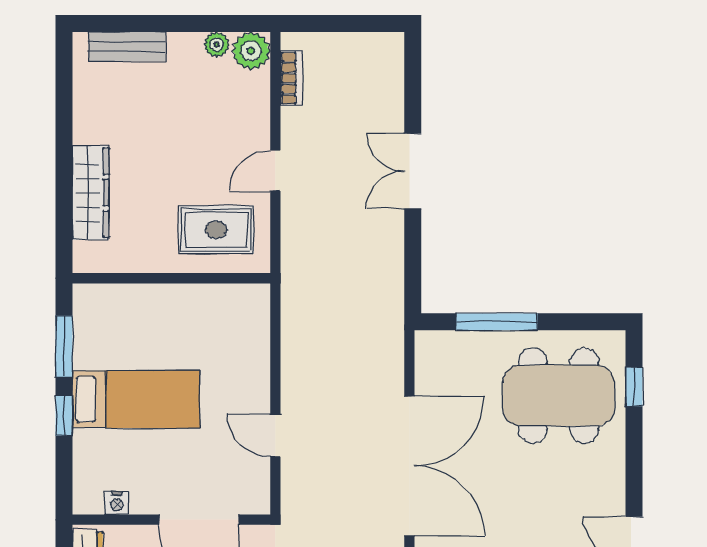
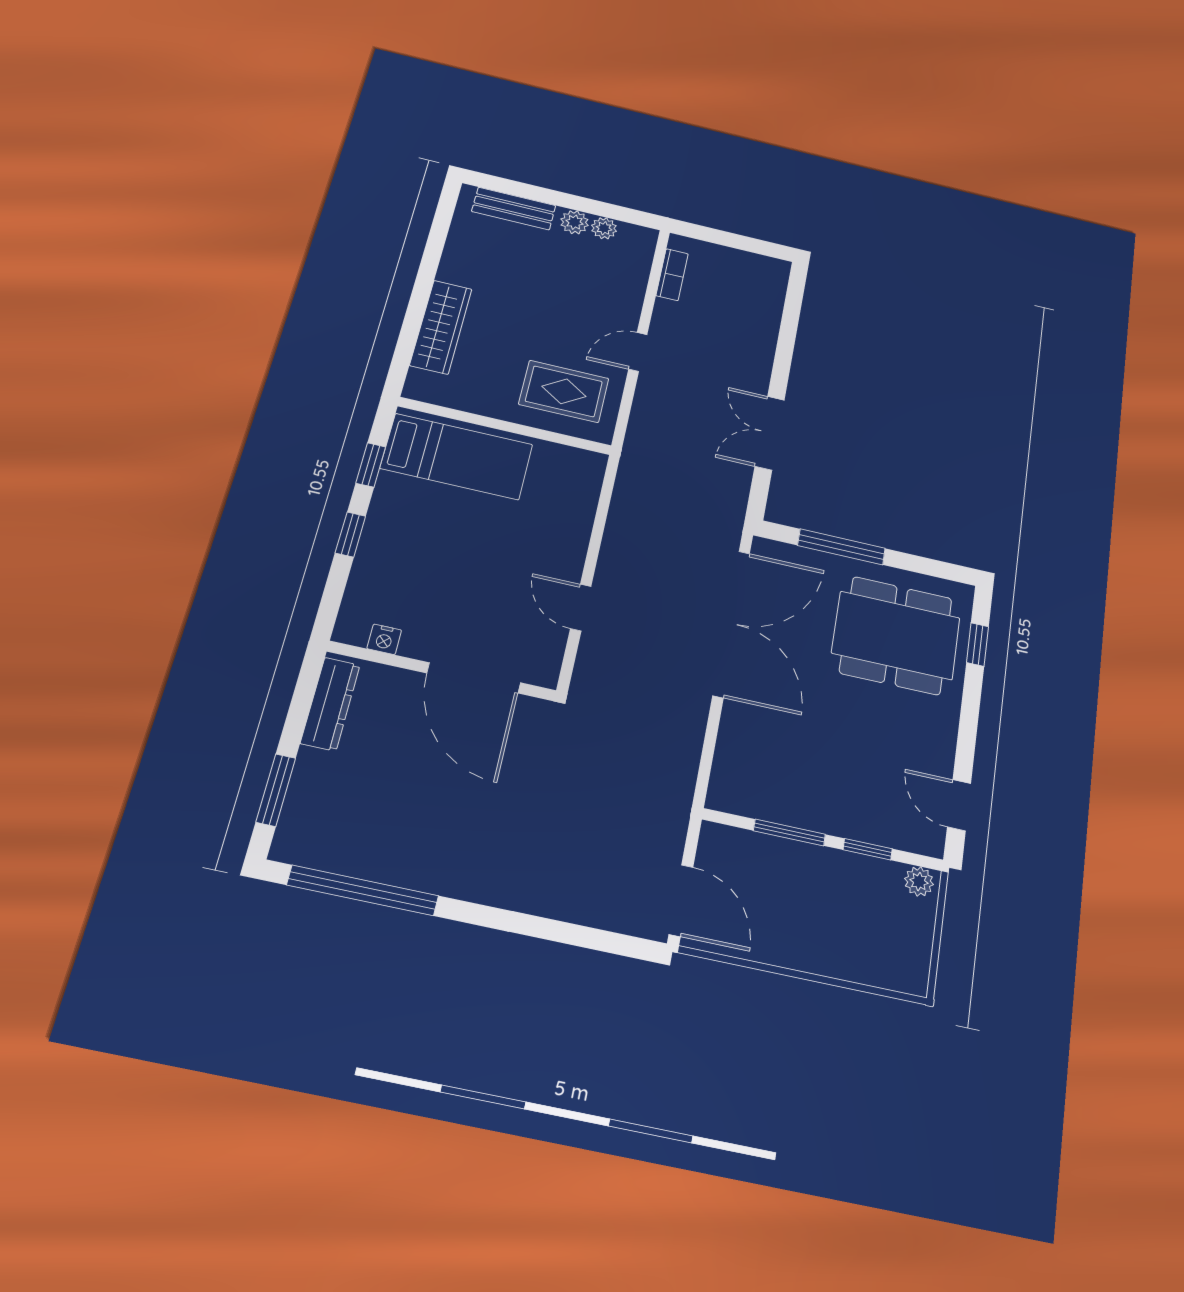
plant: (251, 51) -> (574, 222), moved, width x0.73, depth x0.73
double door: (413, 171) -> (770, 433), moved
window: (64, 346) -> (371, 465), width x0.67
bed: (136, 399) -> (457, 456), moved
double door: (409, 466) -> (731, 623), moved

